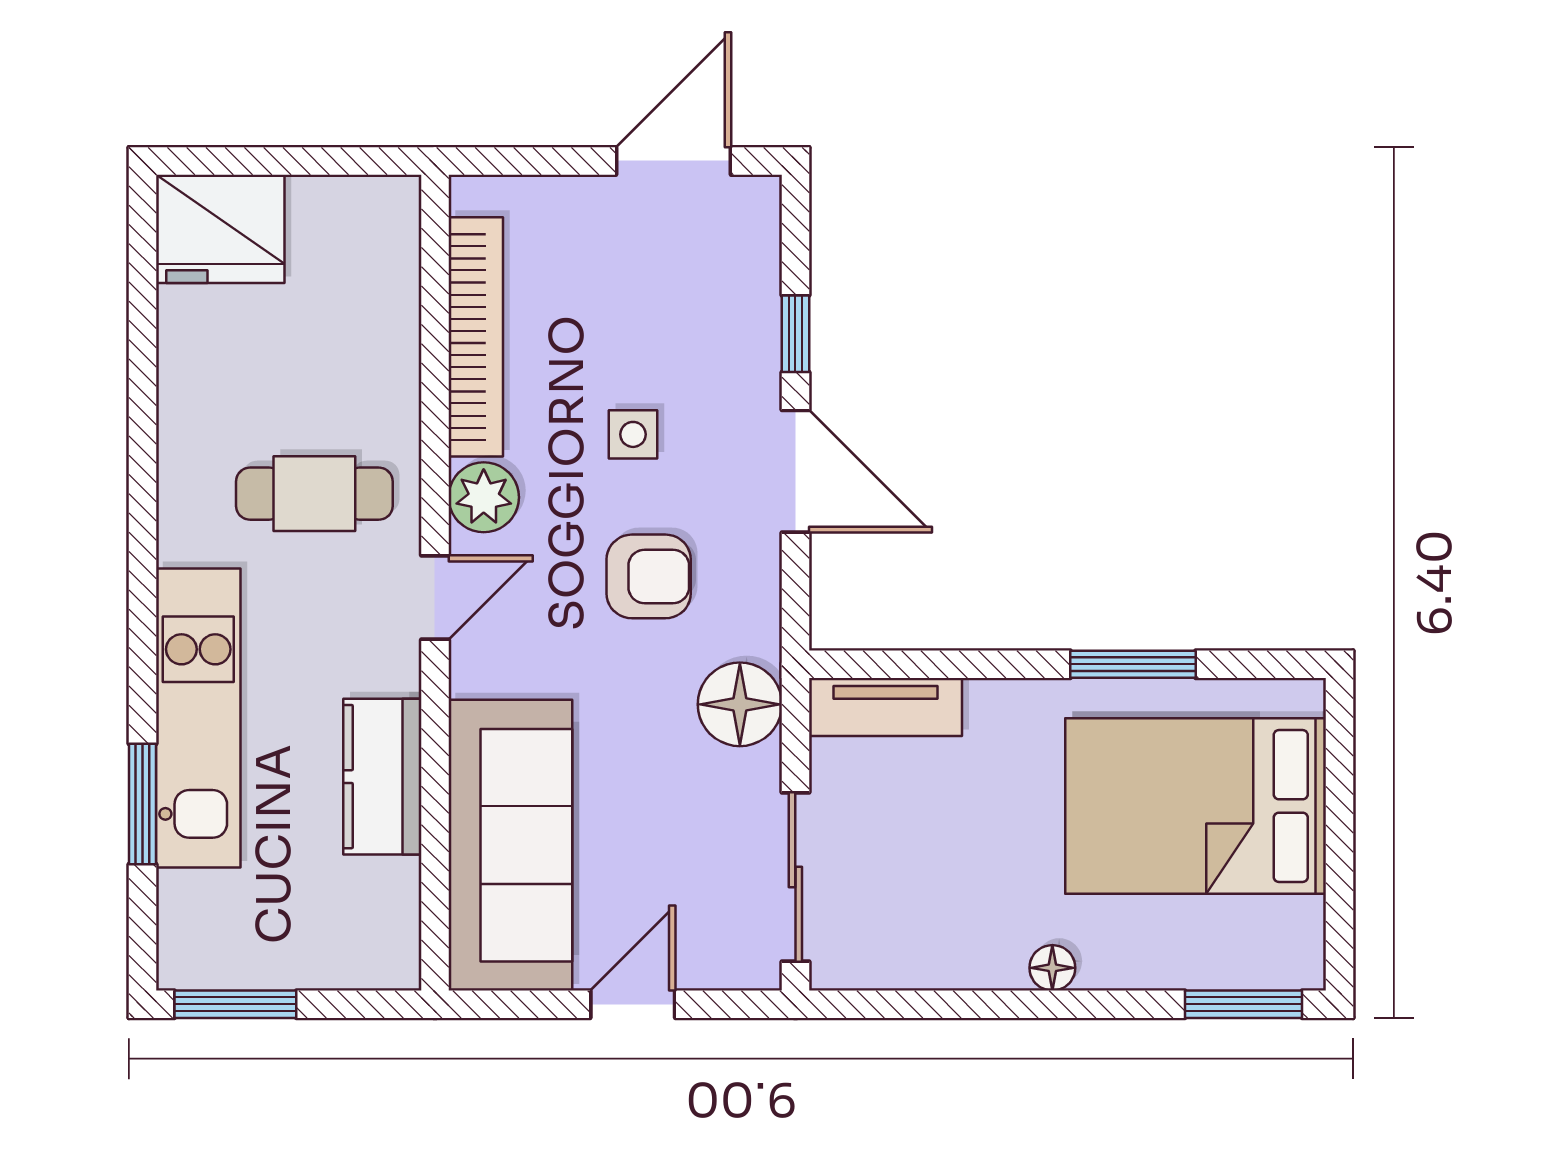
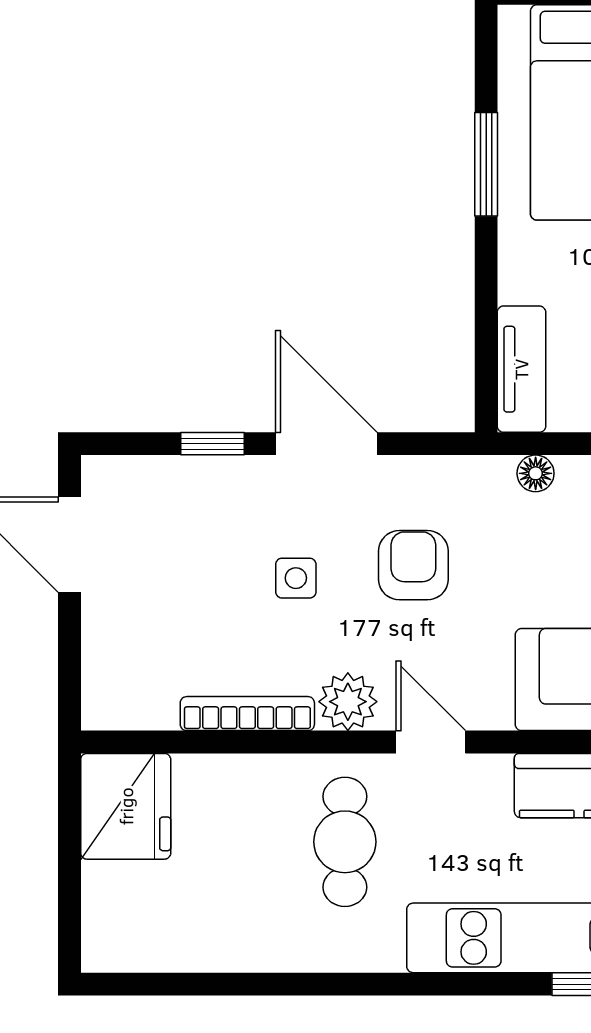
fridge: (220, 229) -> (126, 806), moved
bookcase: (476, 337) -> (247, 714), width x0.68, depth x0.76
door: (795, 471) -> (326, 444), hinge flipped
floor lamp: (740, 704) -> (536, 473), width x0.53, depth x0.53

